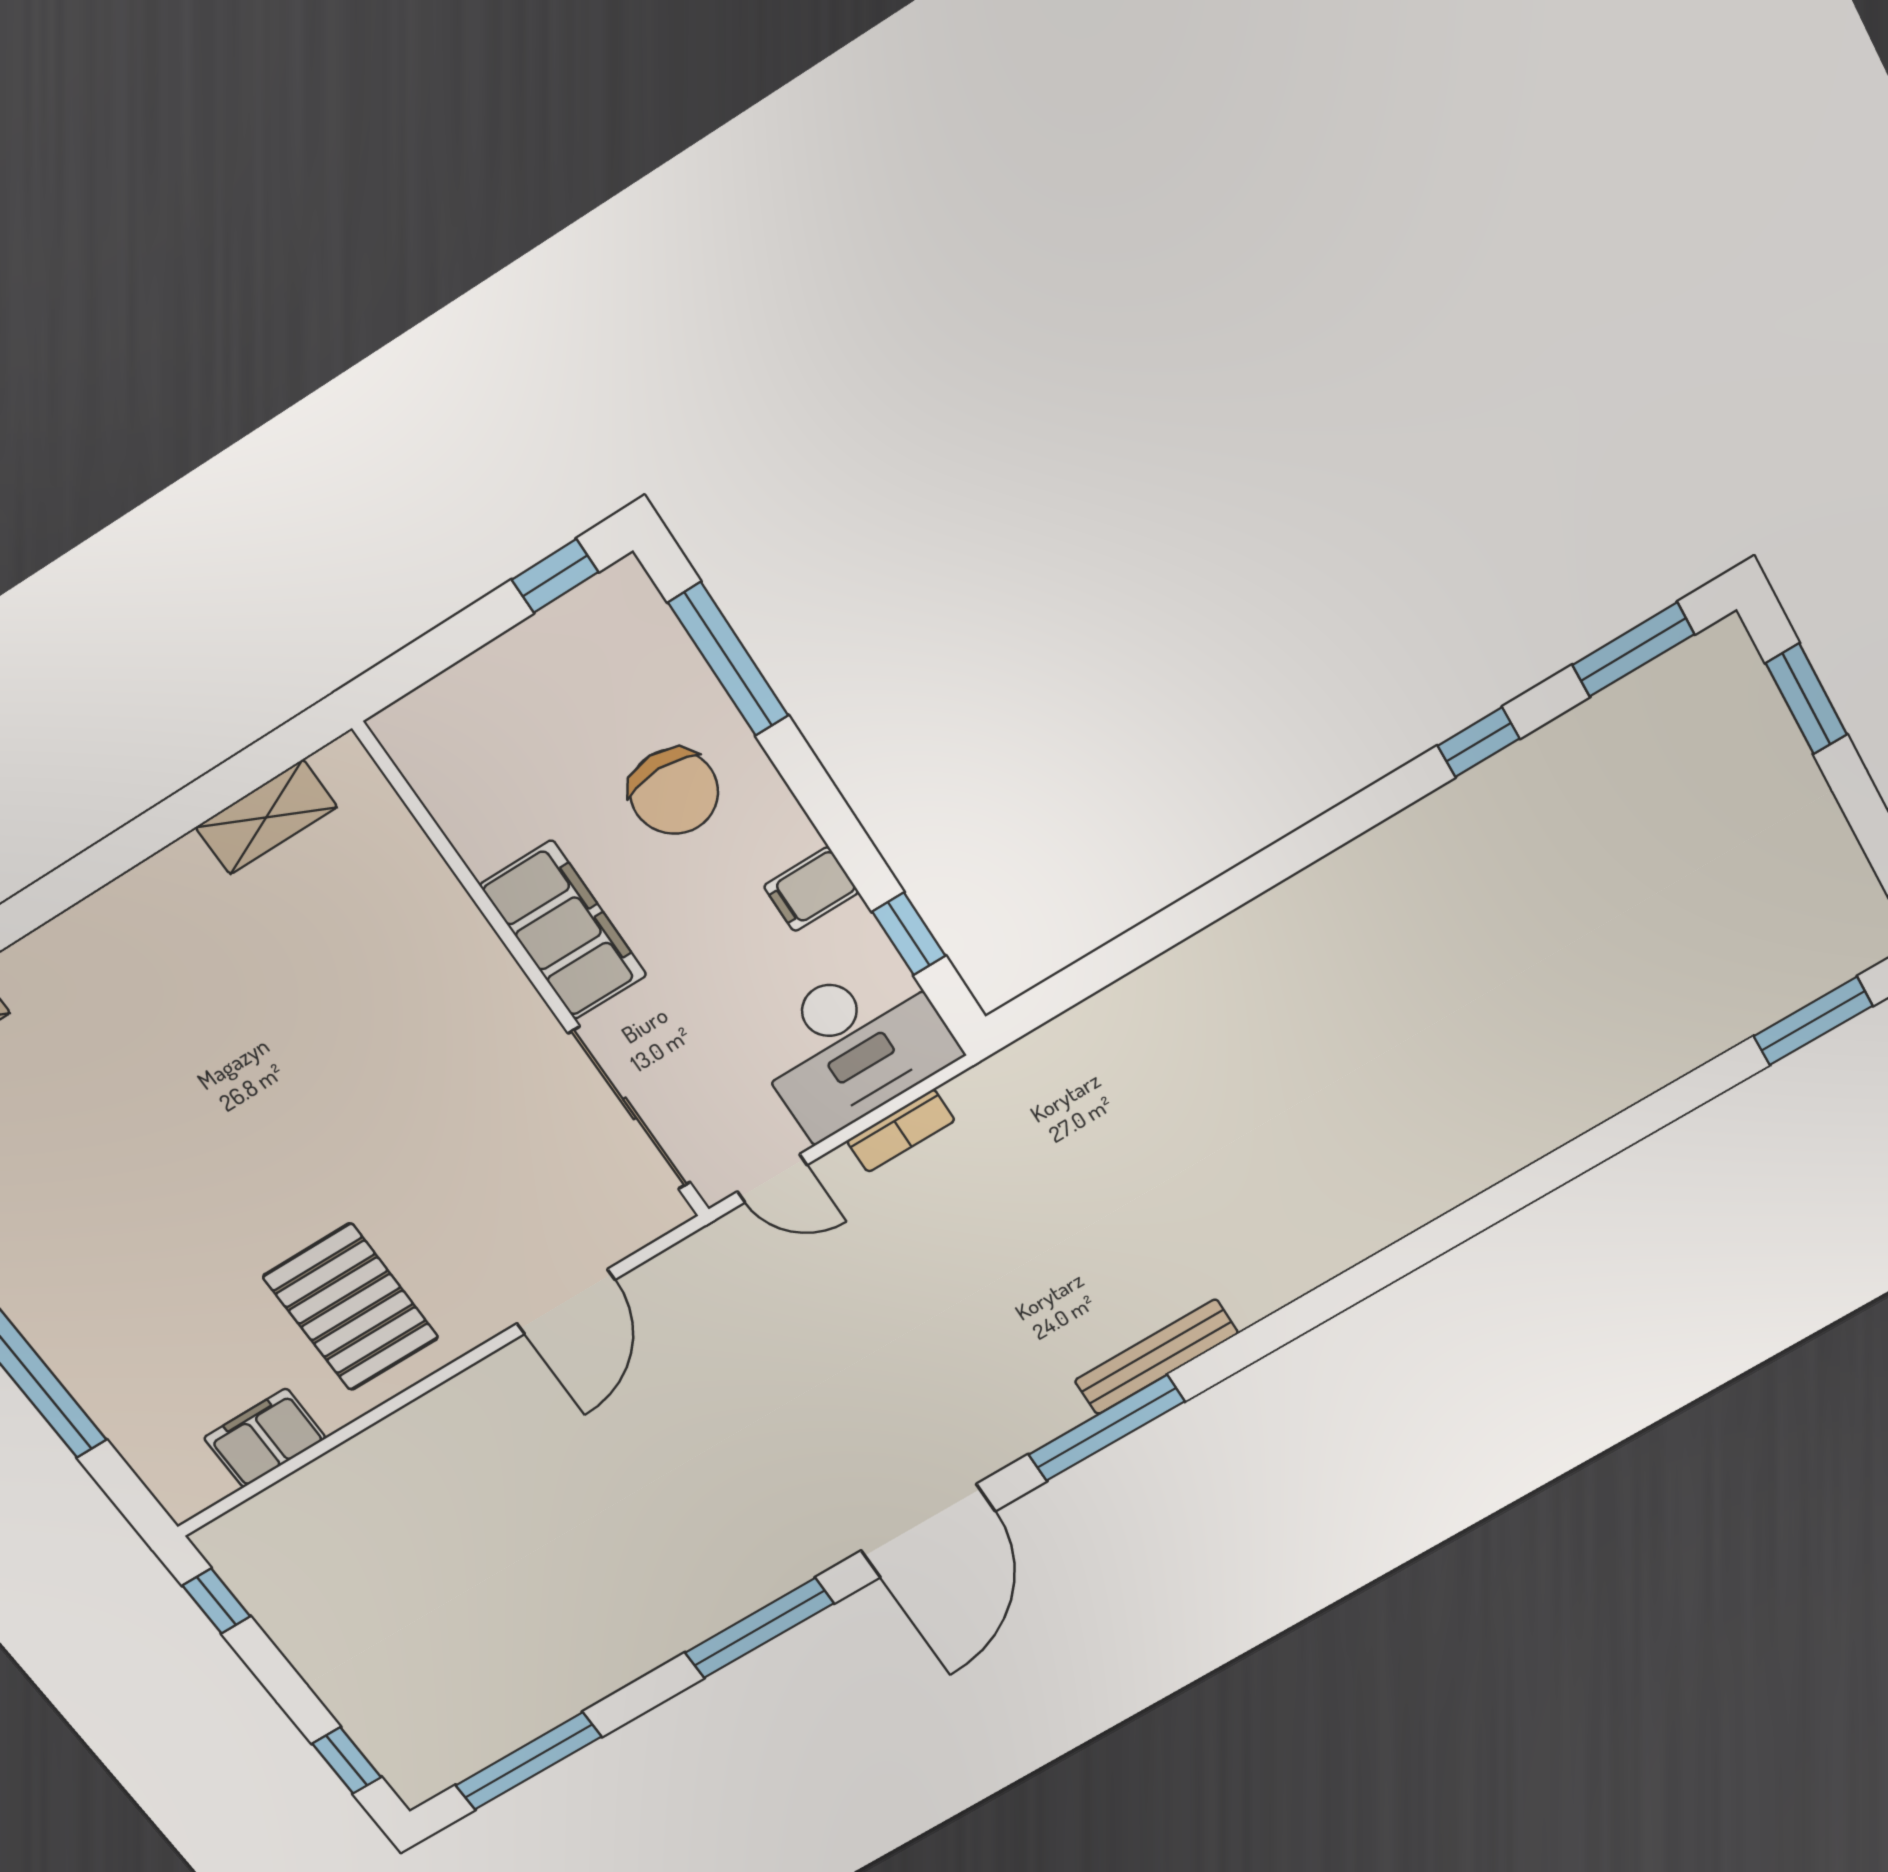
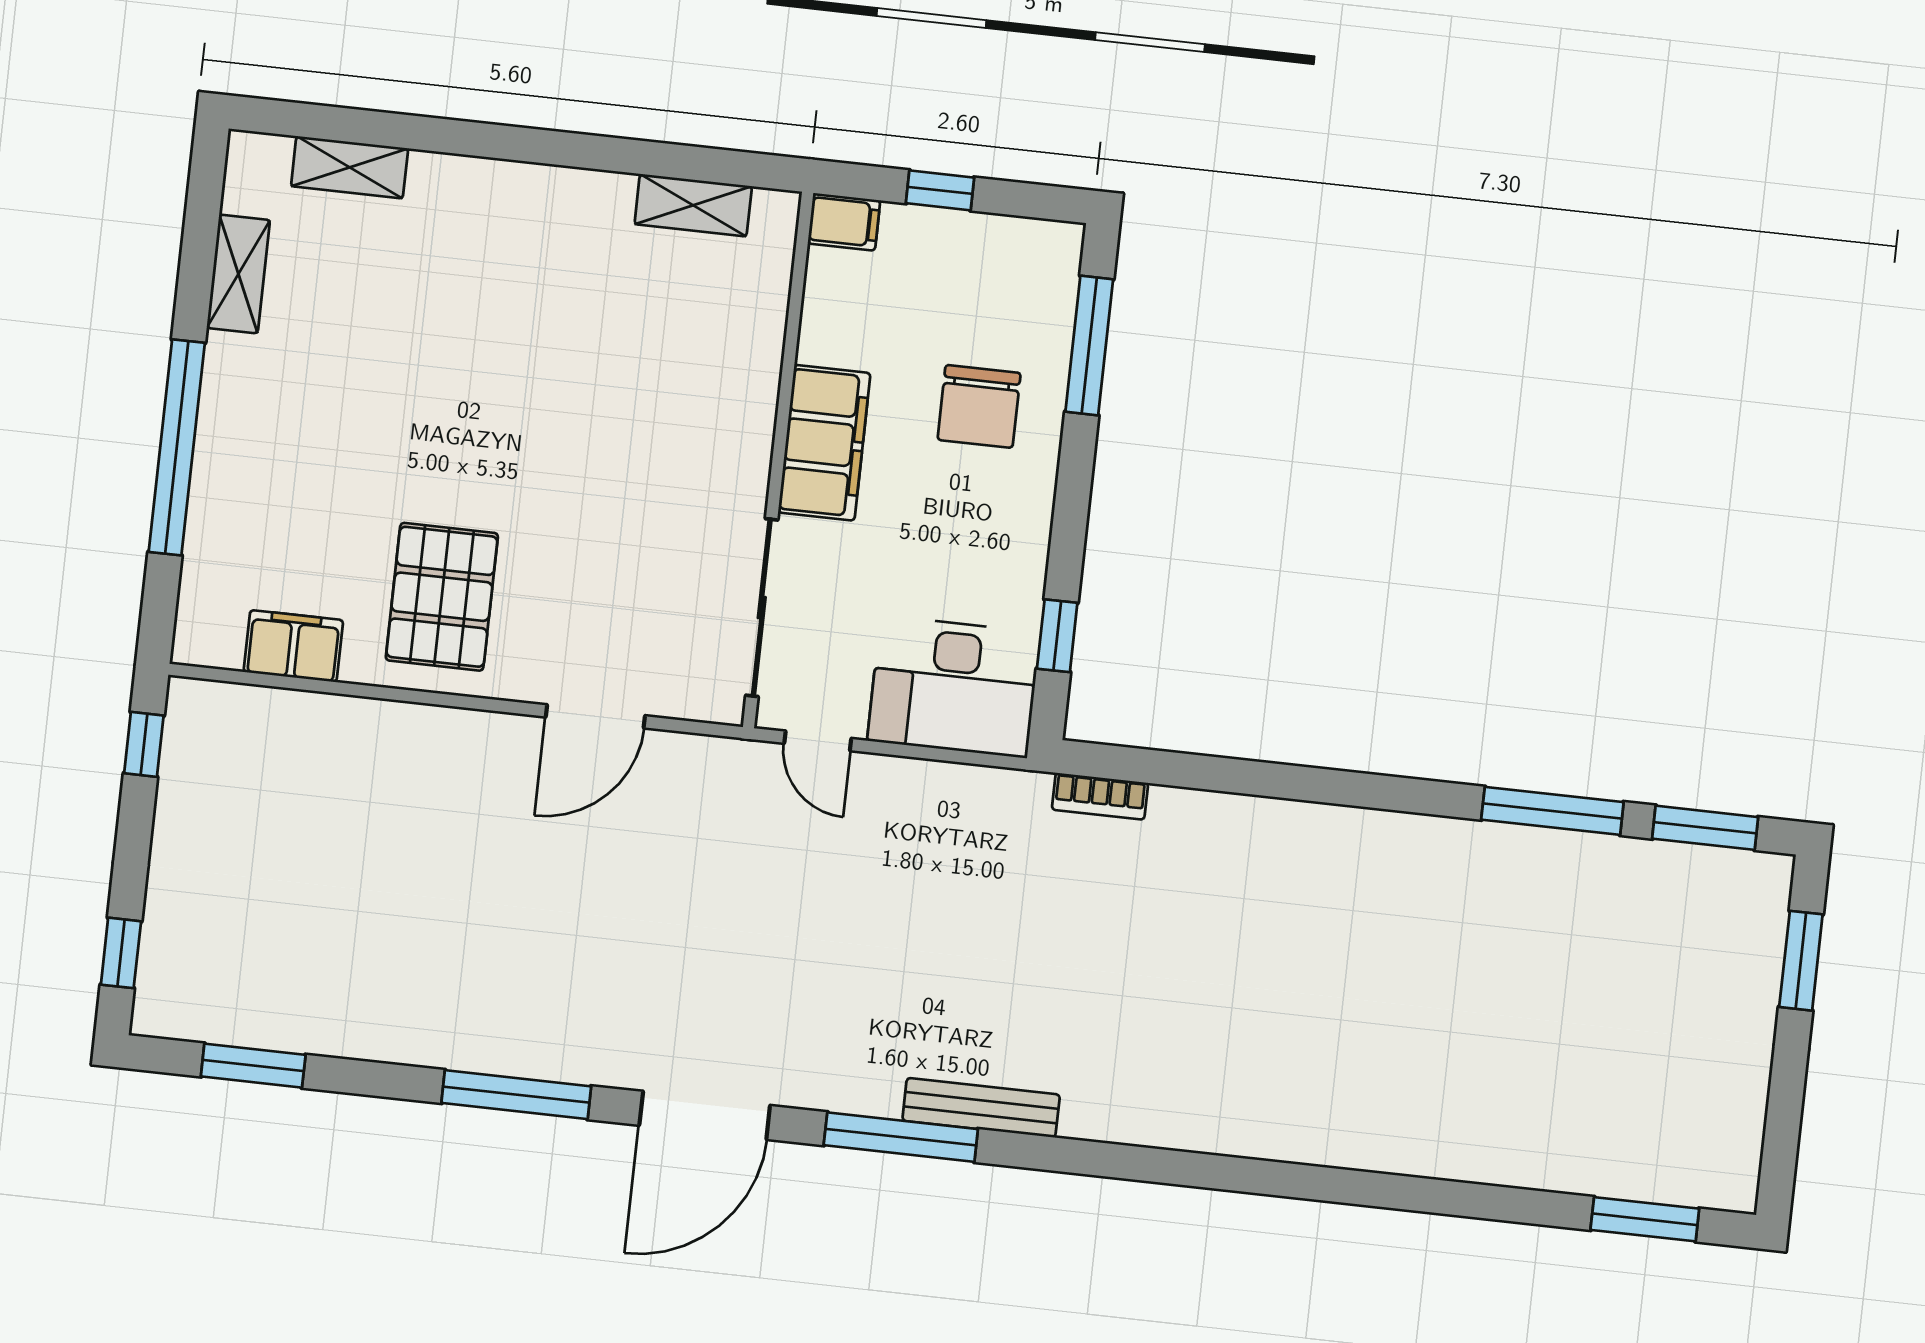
window: (555, 576) -> (940, 190), moved
window: (1479, 742) -> (1552, 811), width x2.17
filing cabinet: (811, 889) -> (844, 222), moved, turned 180
bookcase: (901, 1131) -> (1100, 796), moved
window: (529, 1761) -> (253, 1066), width x0.69

